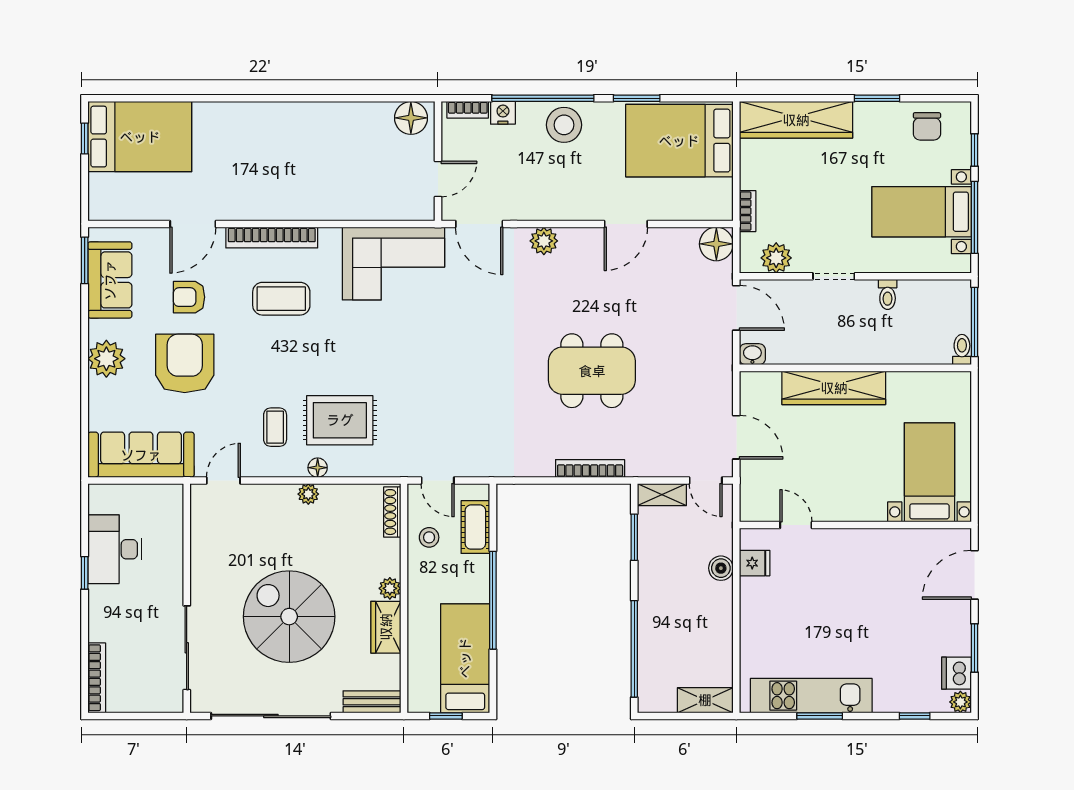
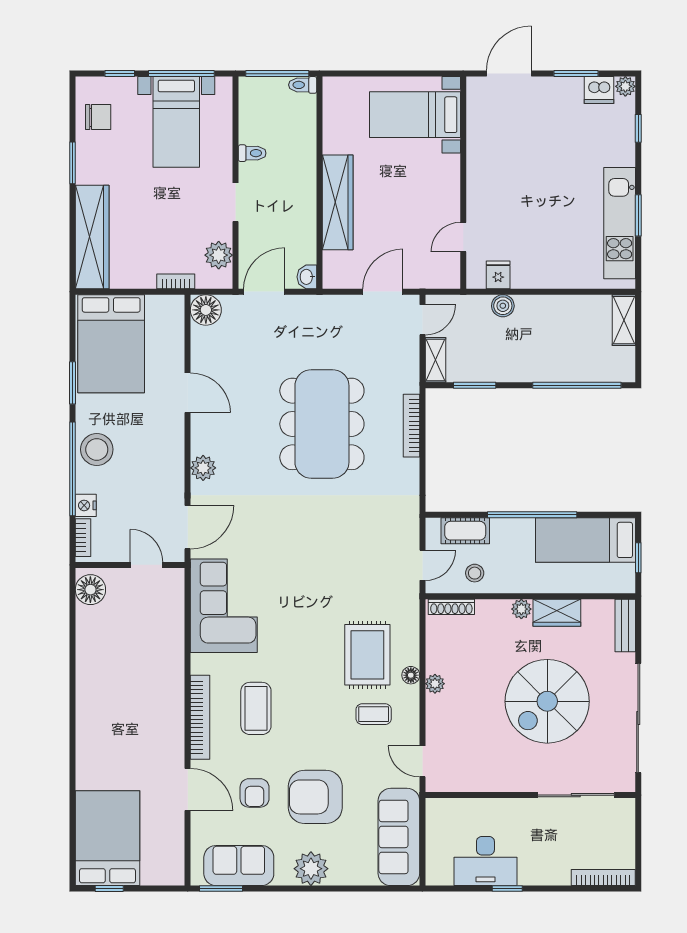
dining table: (592, 371) -> (322, 424), width x1.36, depth x1.24
door: (974, 575) -> (509, 74), swing flipped

